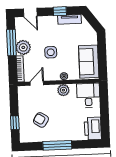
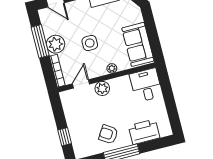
plant: (63, 90) -> (102, 88), moved
armchair: (41, 120) -> (108, 134), moved
printer: (93, 128) -> (144, 132), moved, turned 90

